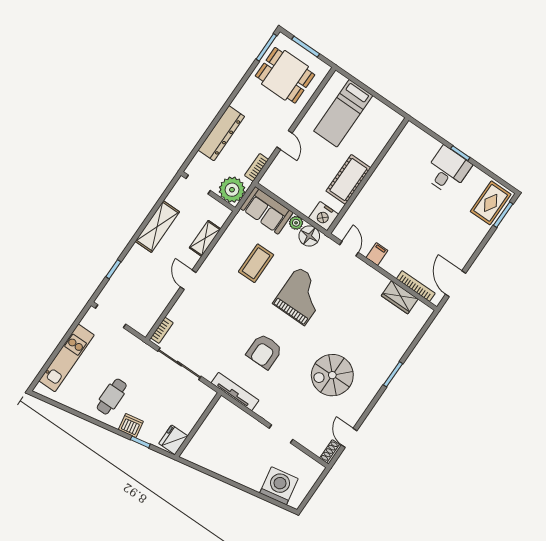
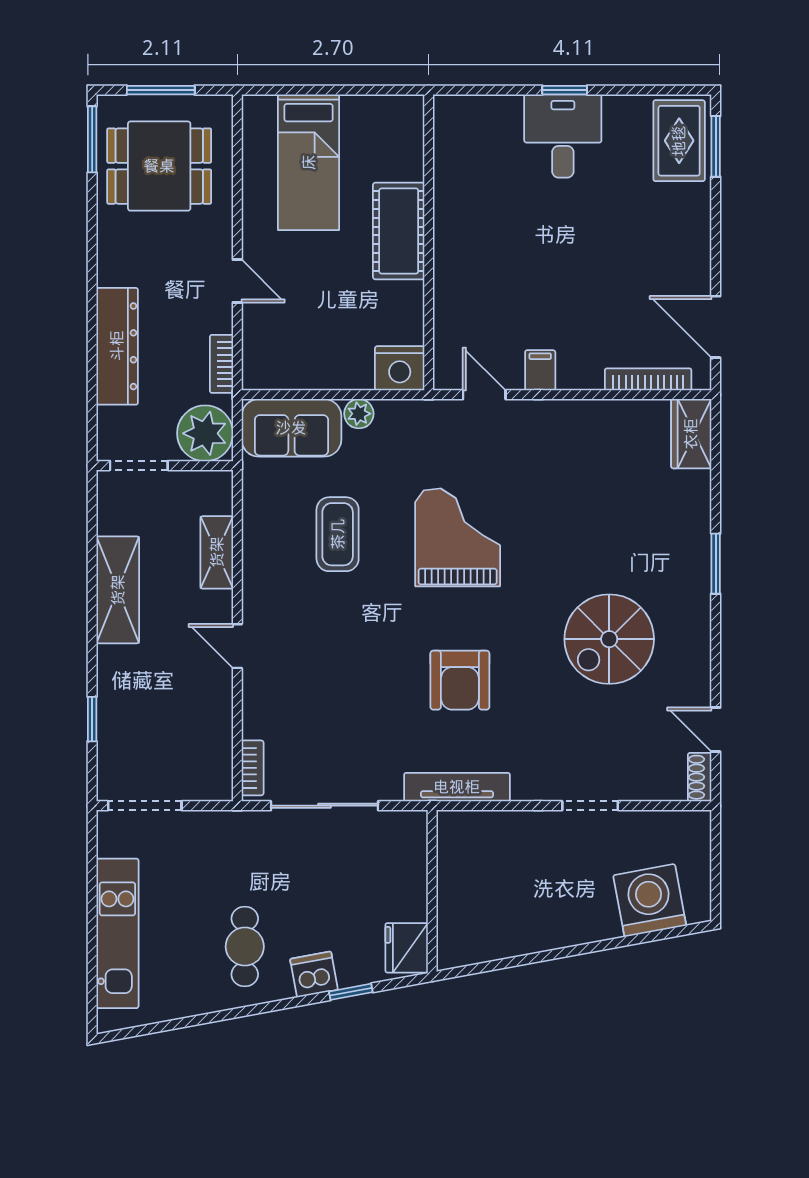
cot: (348, 179) -> (399, 231), moved
floor lamp: (309, 236) -> (398, 421), removed
wardrobe: (400, 297) -> (691, 434), moved, turned 90

